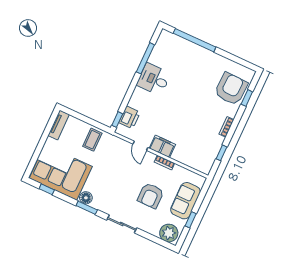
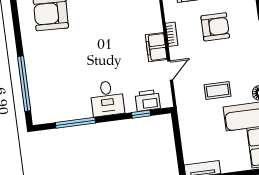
desk: (154, 79) -> (107, 98), moved
window: (117, 120) -> (141, 114), moved
coffee table: (92, 140) -> (218, 90), moved

